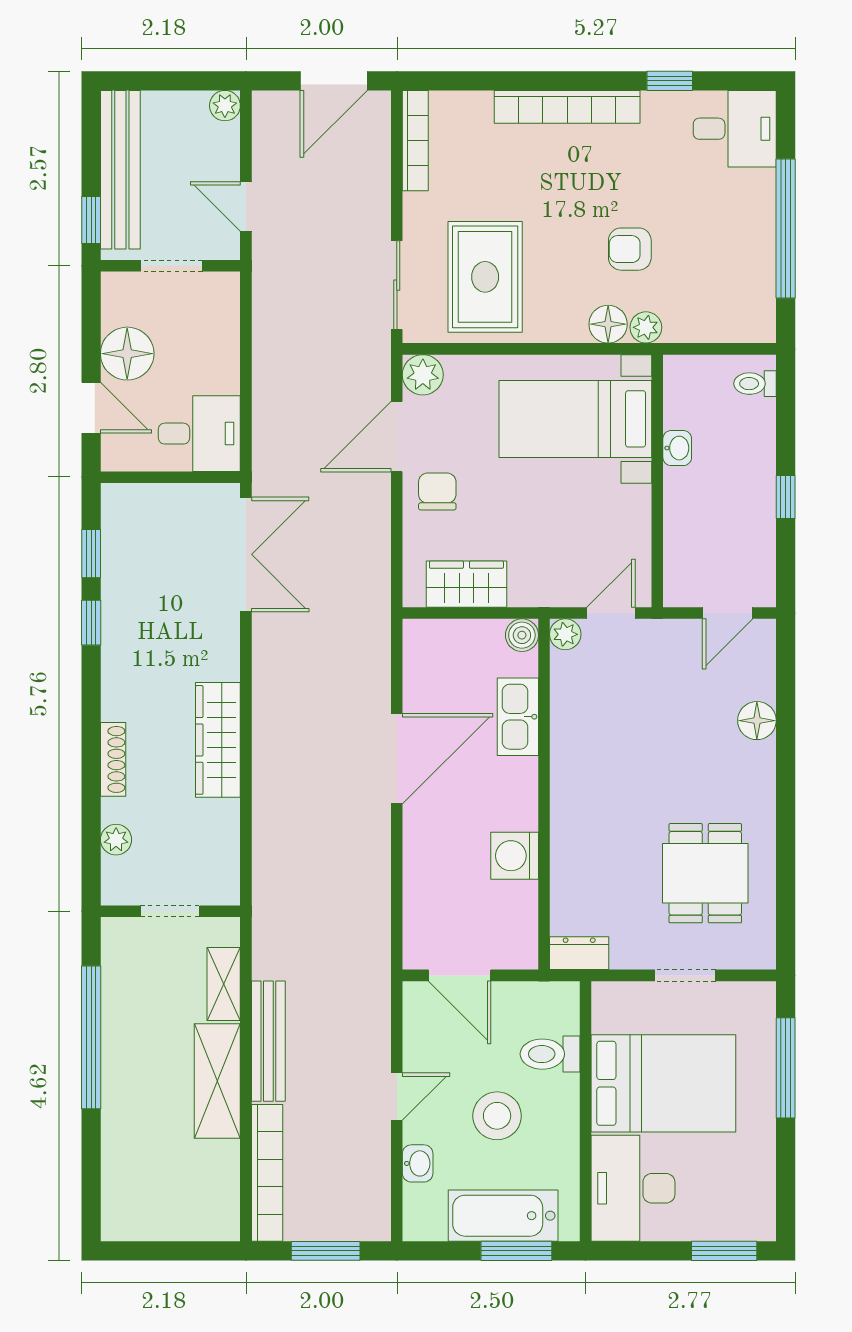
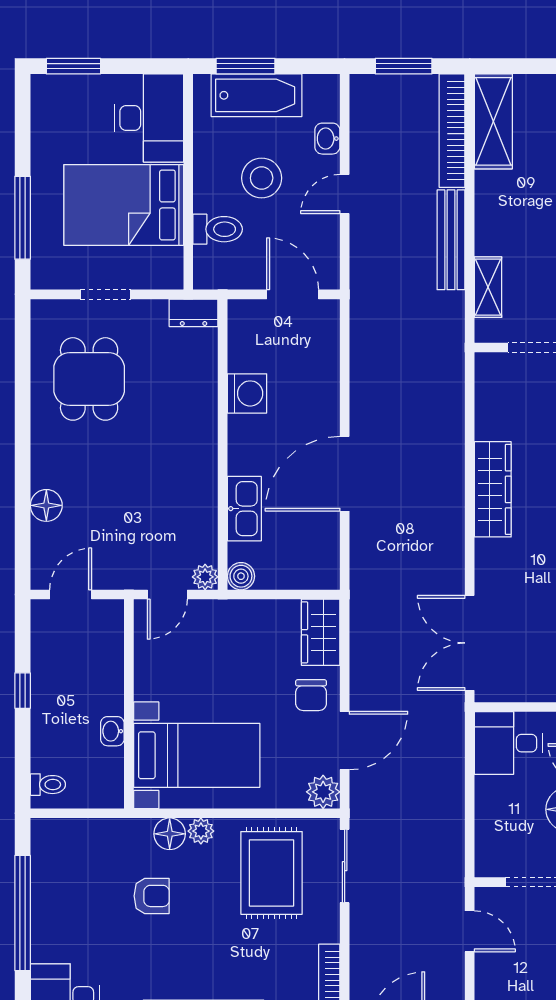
plant: (646, 327) -> (201, 831), moved
wardrobe: (466, 584) -> (321, 632), moved, turned 90
shelving: (217, 1081) -> (493, 121), moved

